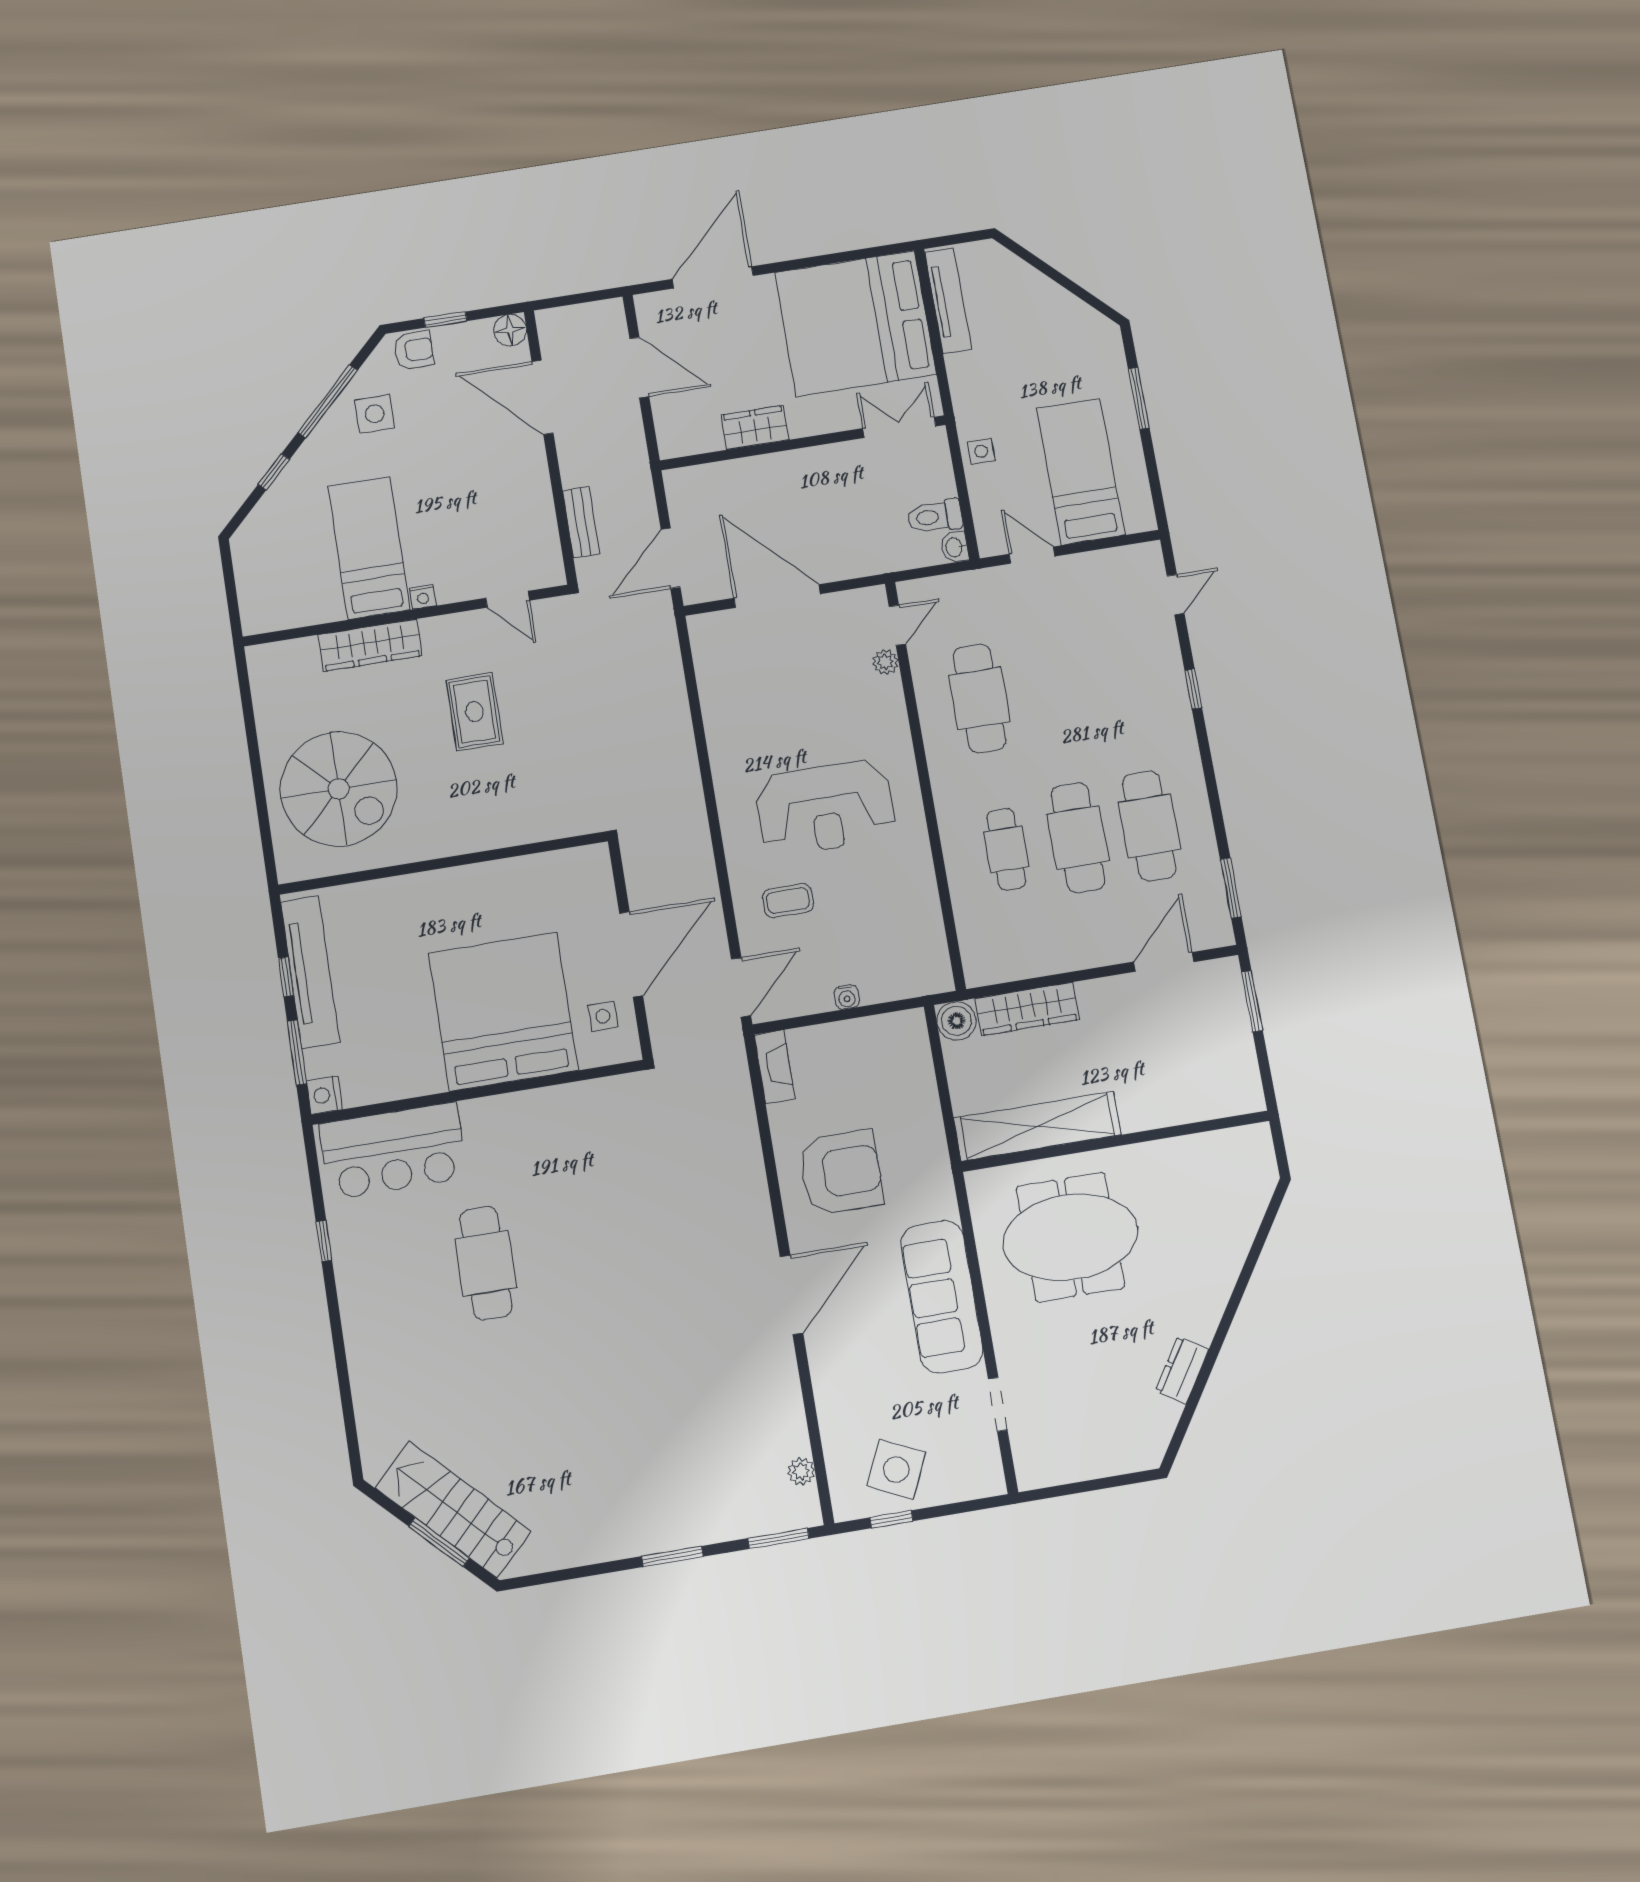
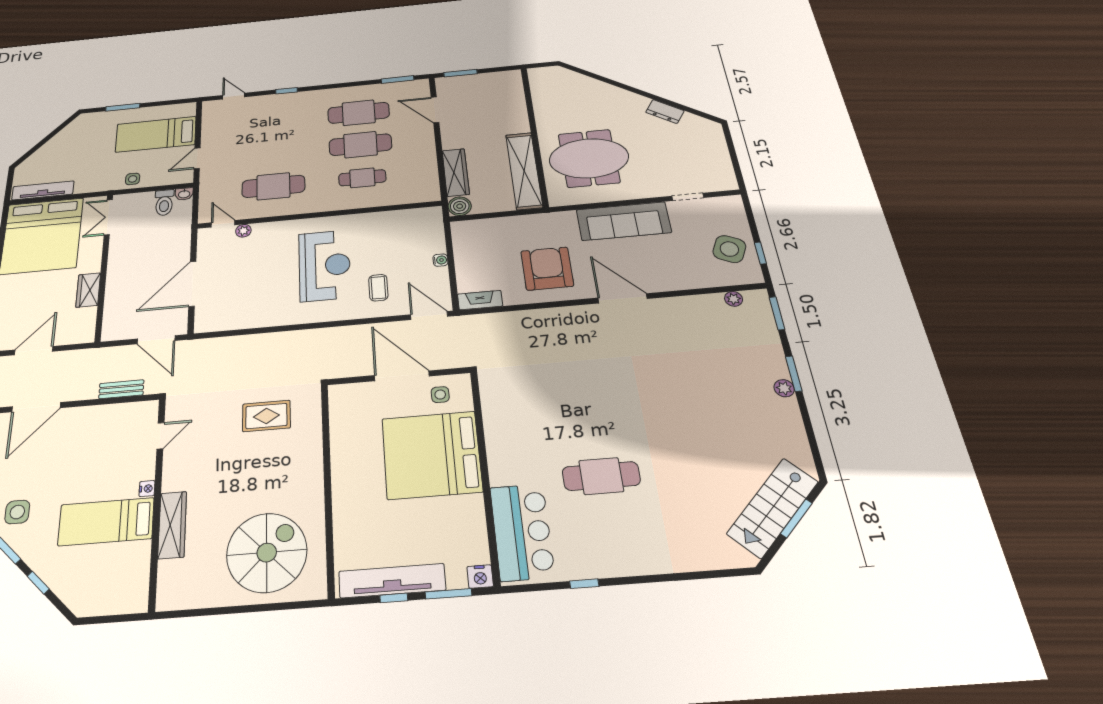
rug: (474, 712) -> (266, 416), moved
meeting table: (1070, 1237) -> (589, 158), turned 90
plant: (647, 1540) -> (784, 388), added

